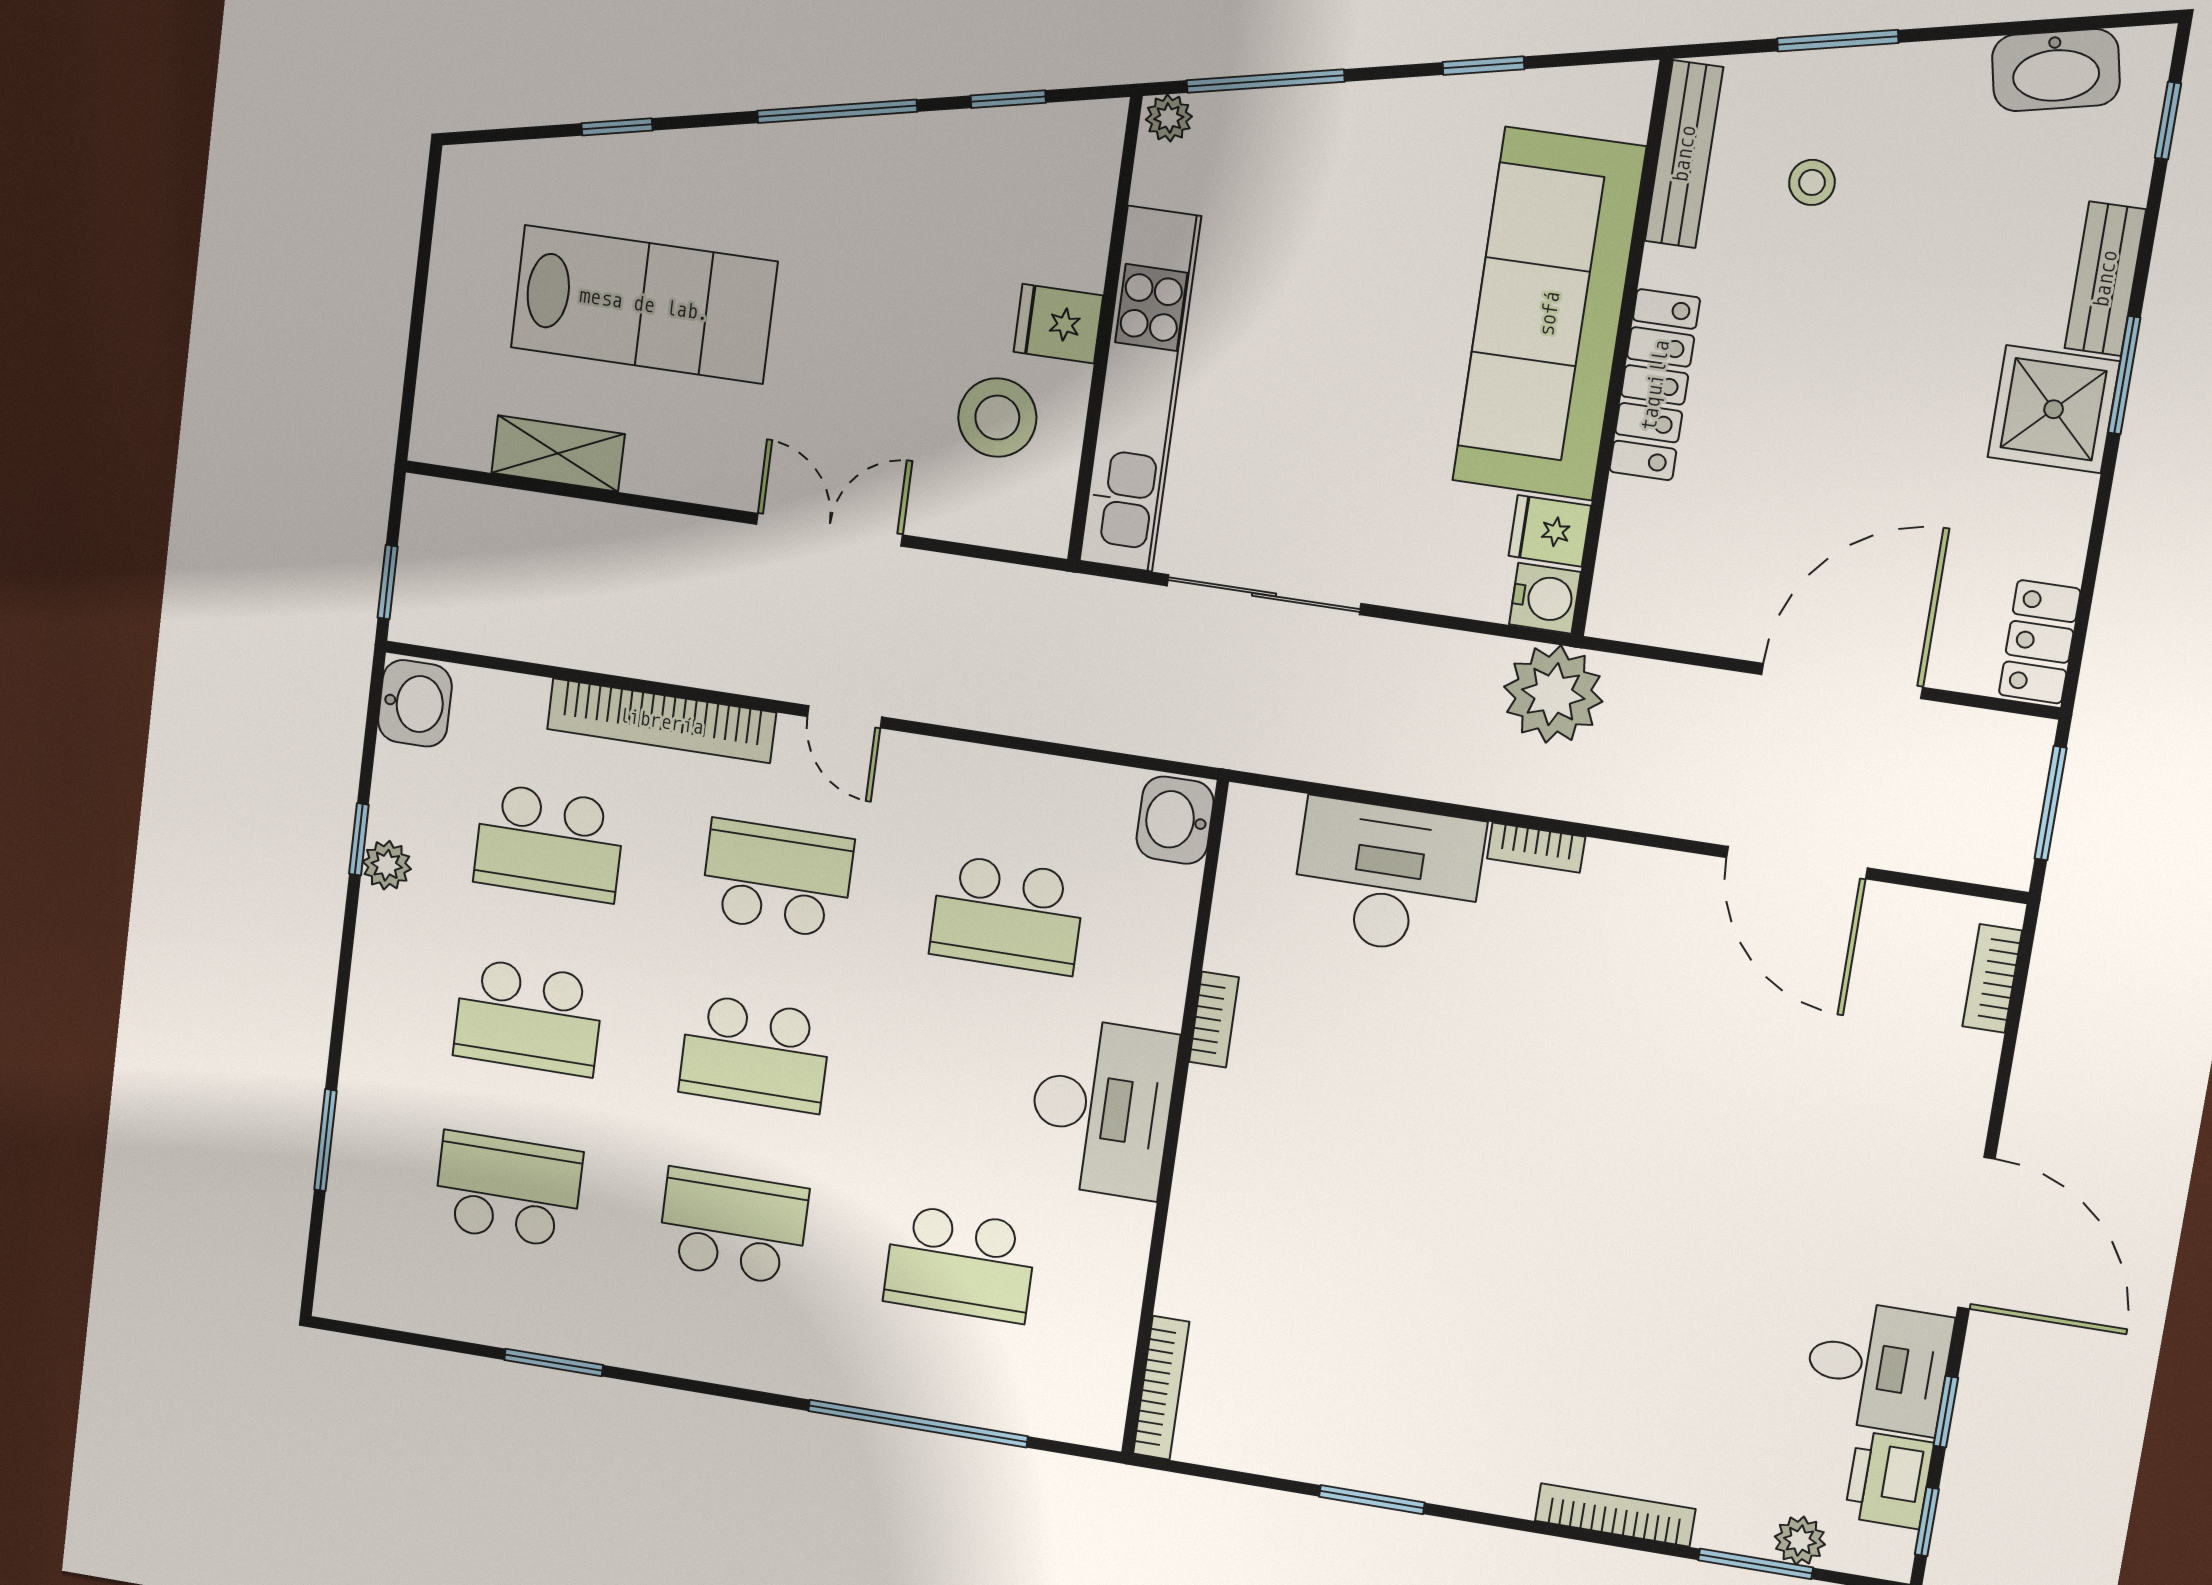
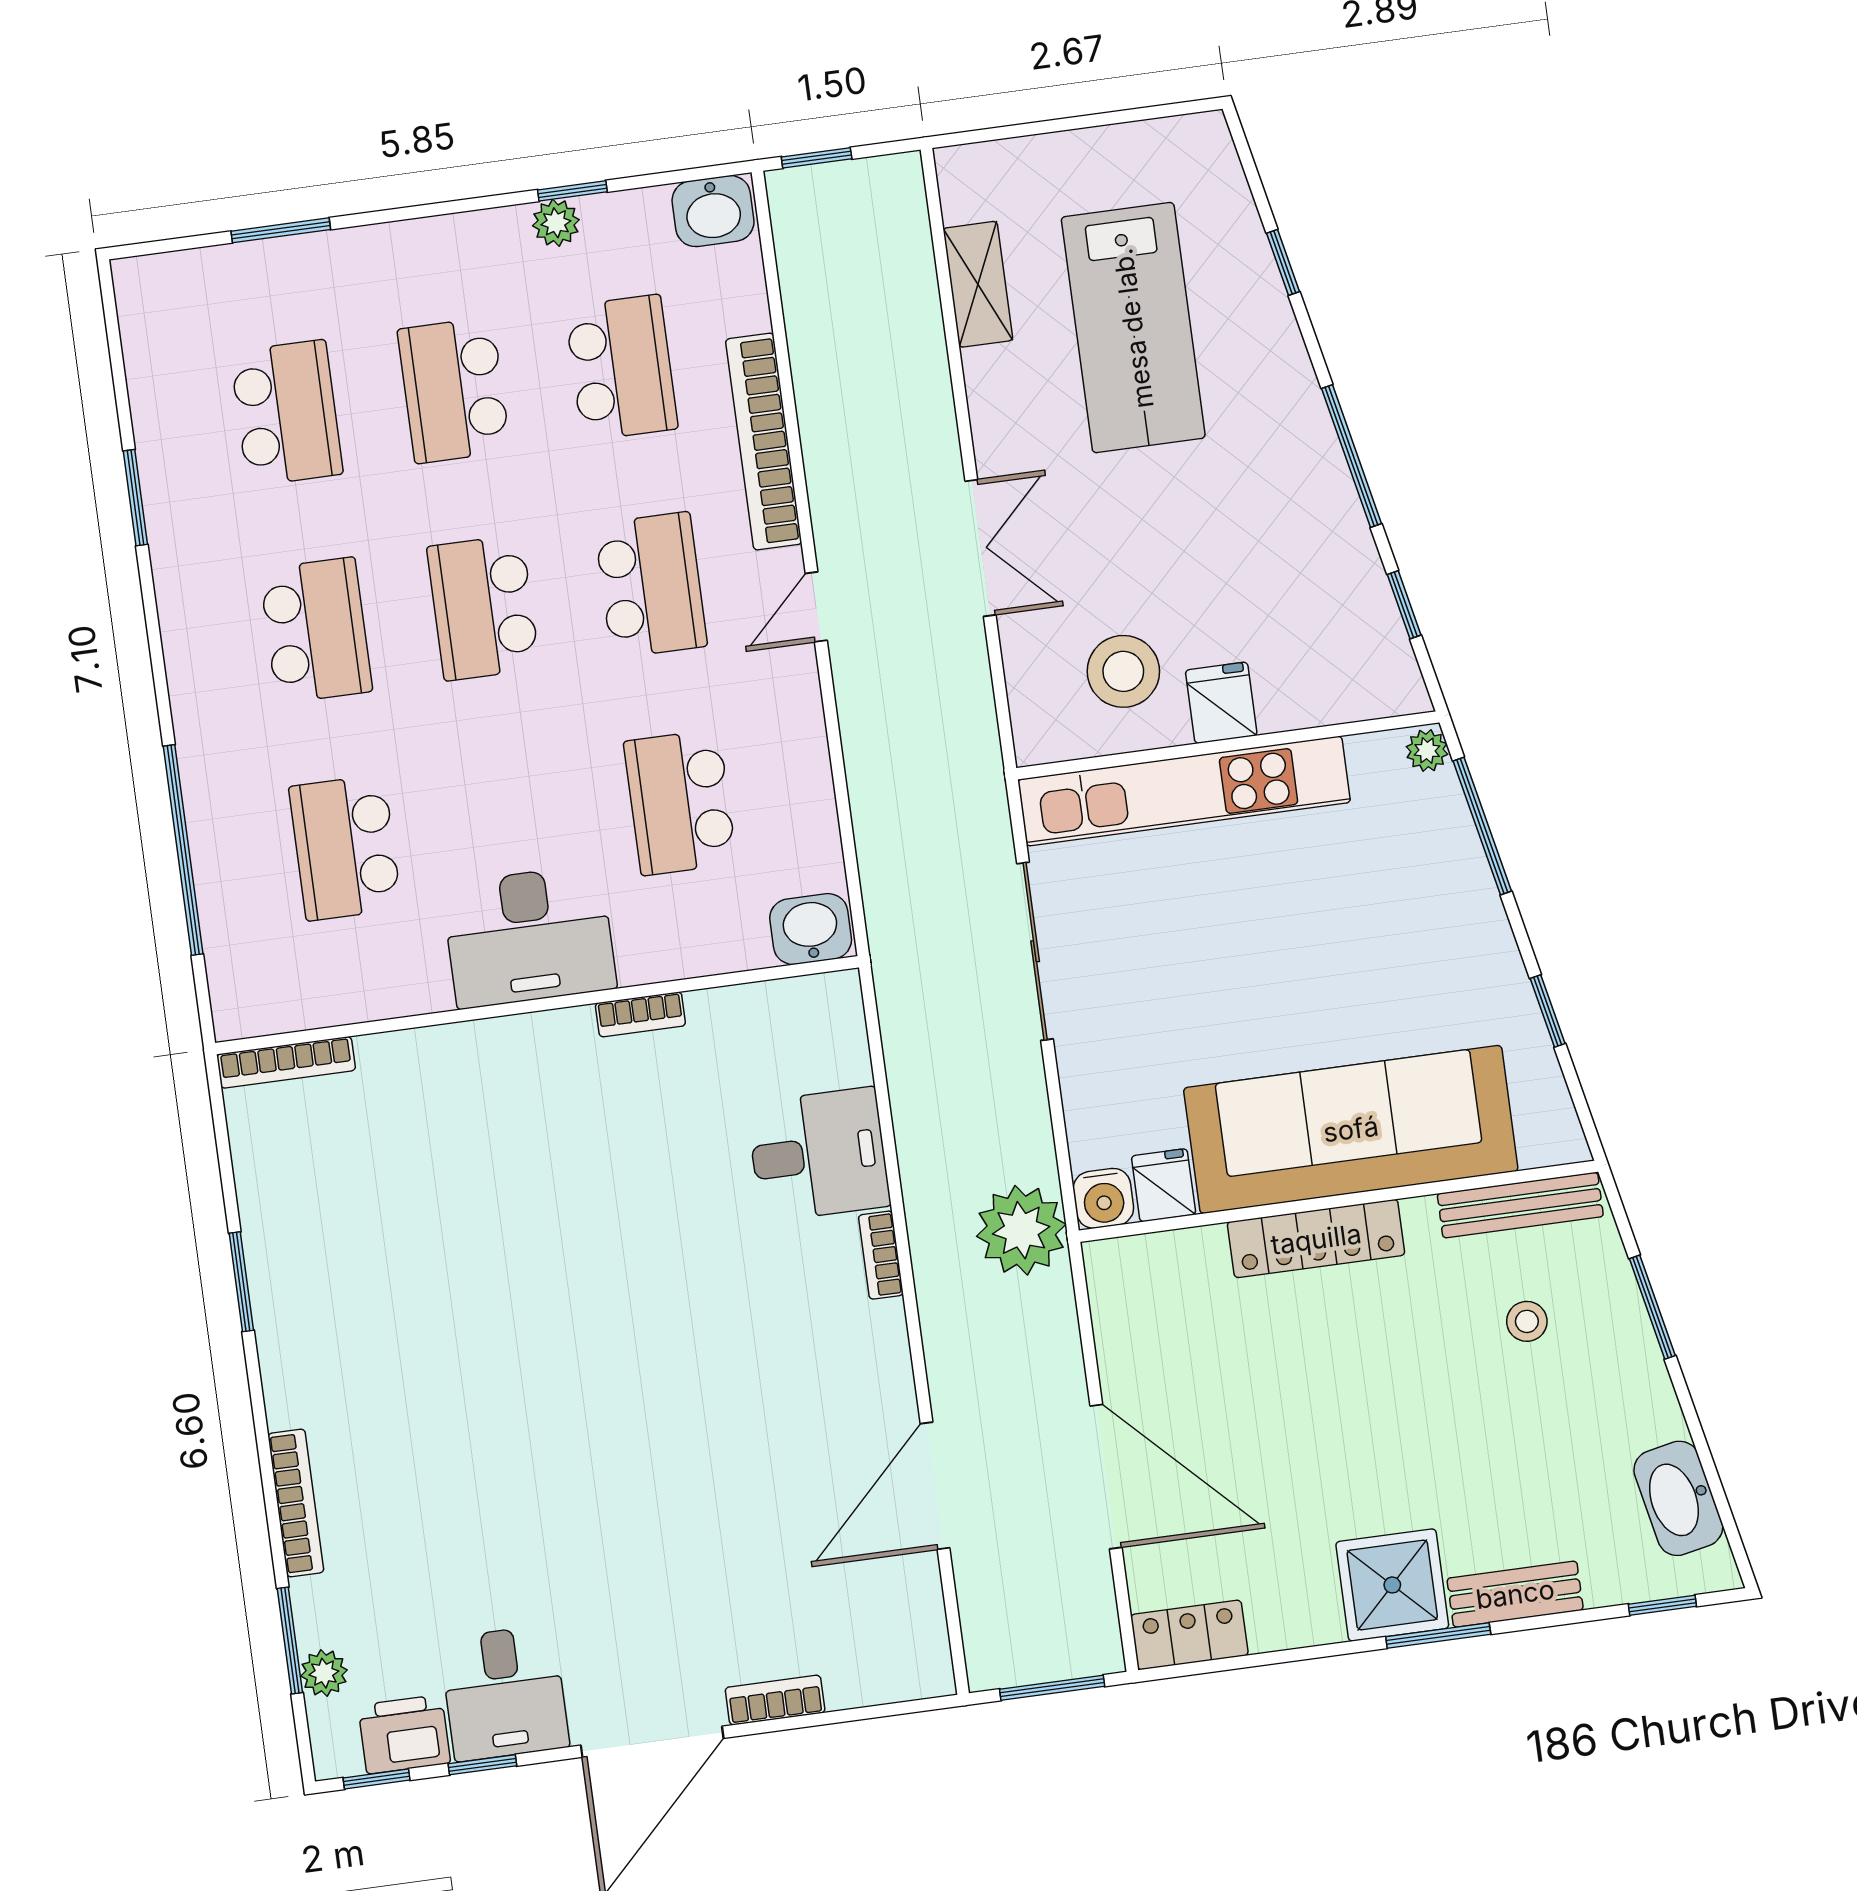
school desk: (549, 843) -> (621, 368), turned 180
desk: (1388, 877) -> (818, 1155), width x0.73
bookcase: (1992, 979) -> (775, 1700), moved

